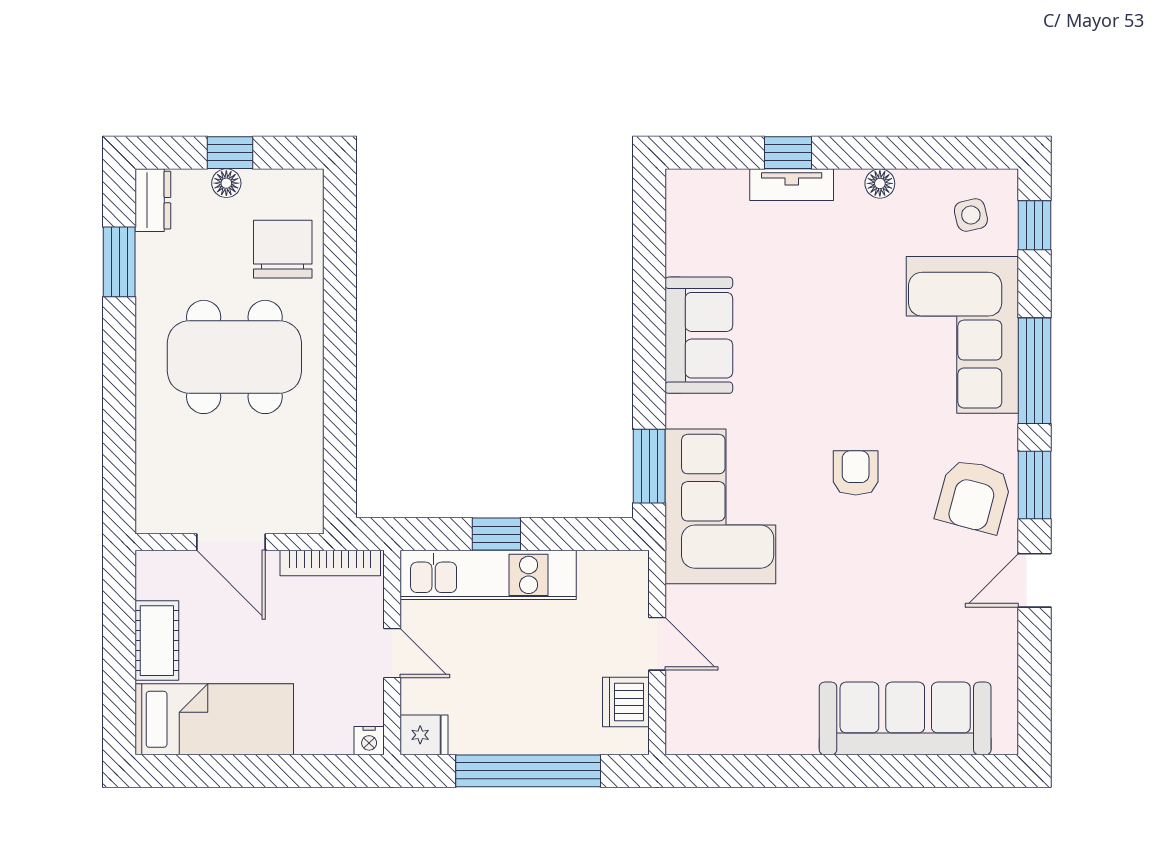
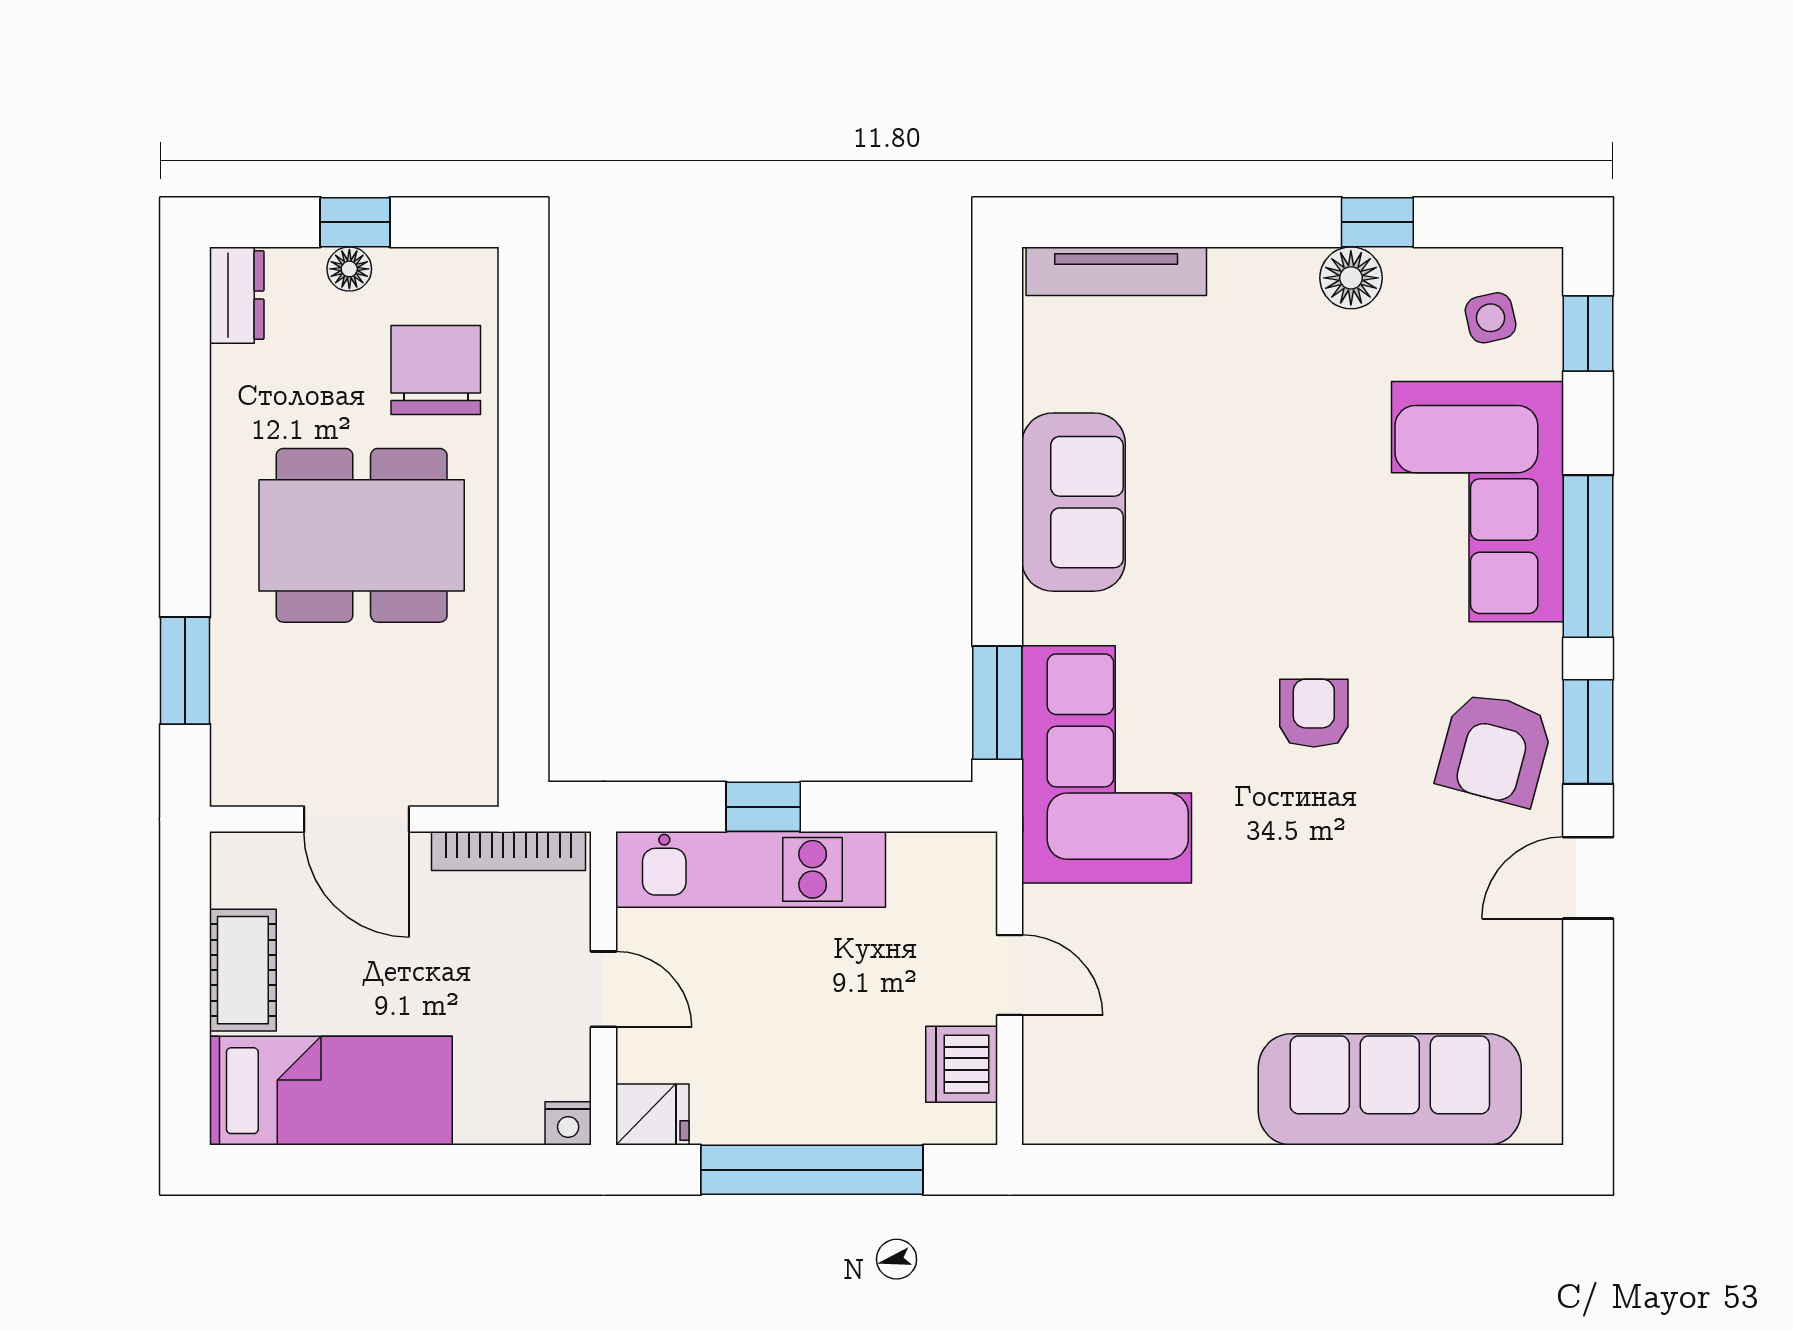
window: (788, 153) -> (1377, 222), moved
floor lamp: (880, 183) -> (1351, 278), width x1.37, depth x1.37
tv unit: (792, 185) -> (1116, 271), moved, width x1.41
window: (119, 262) -> (185, 671), moved

